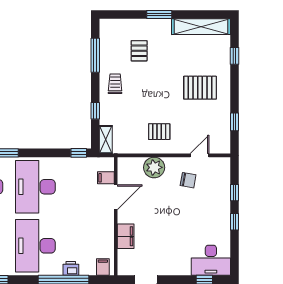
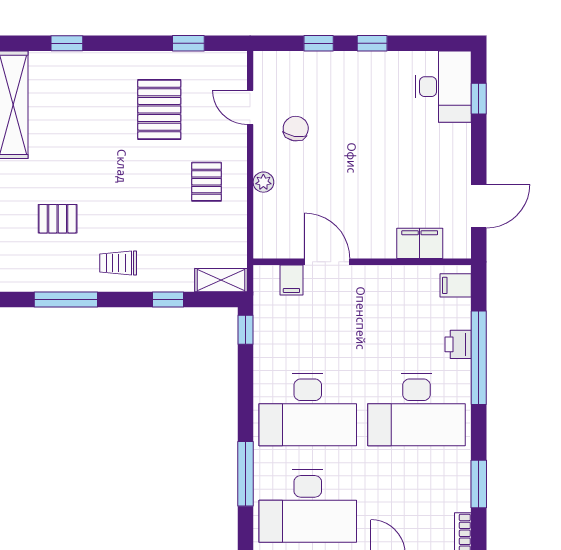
pallet: (200, 88) -> (159, 110), moved
plant: (154, 167) -> (263, 182), width x0.53, depth x0.53
filing cabinet: (126, 236) -> (420, 243), moved

